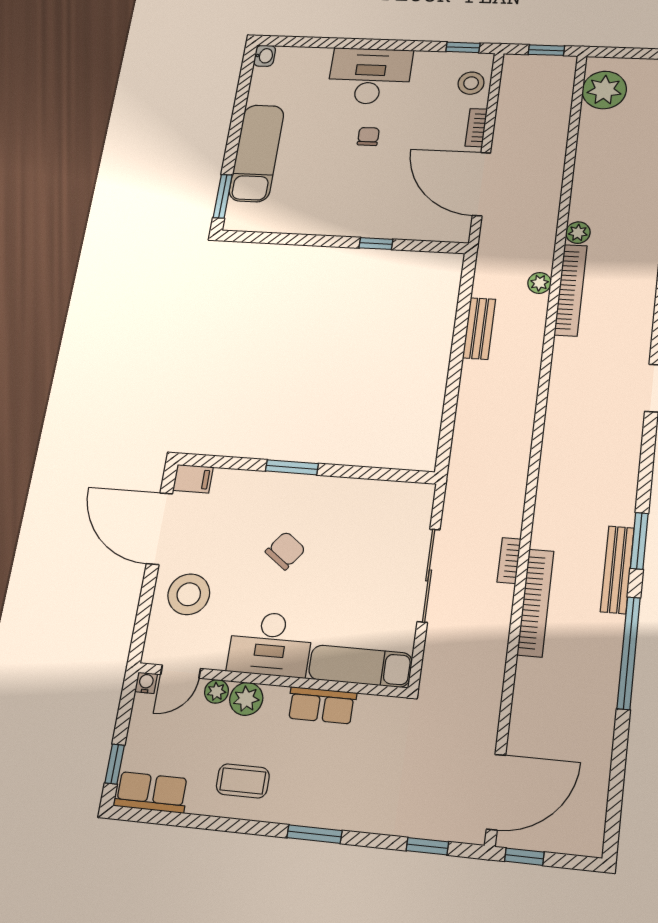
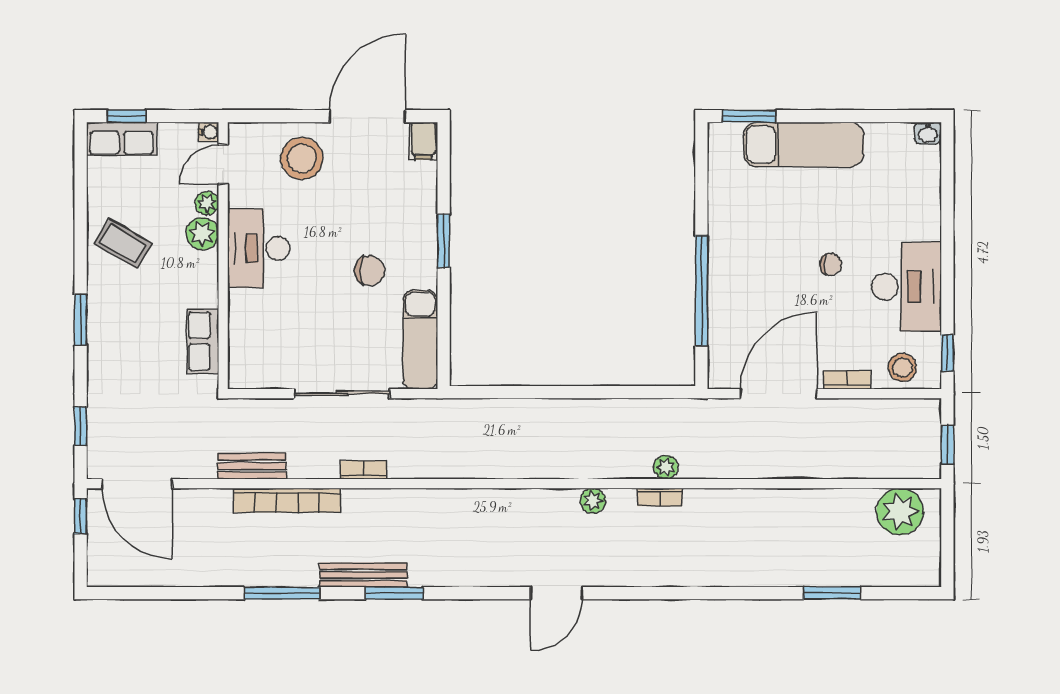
desk: (370, 76) -> (906, 287), moved
plant: (578, 233) -> (593, 501), moved
window: (376, 244) -> (701, 291), width x3.17
bookcase: (571, 290) -> (660, 497), width x0.43, depth x0.76
bench: (479, 328) -> (252, 466), moved
chair: (285, 551) -> (370, 271), moved, turned -37
bookcase: (536, 603) -> (287, 500), moved
window: (629, 653) -> (282, 593), width x0.68
exam couch: (360, 666) -> (420, 340), moved, turned 180
door: (181, 672) -> (223, 164), hinge flipped
row of seats: (322, 705) -> (203, 341), moved
coffee table: (243, 781) -> (123, 244), turned -59
row of seats: (151, 792) -> (121, 139), moved, turned 90

